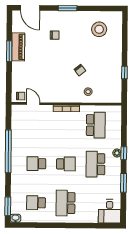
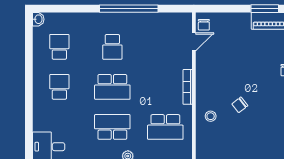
school desk: (36, 164) -> (112, 47), turned 180
school desk: (66, 164) -> (112, 87), width x1.85
school desk: (66, 203) -> (59, 87), width x0.54
window: (8, 206) -> (54, 9), removed

